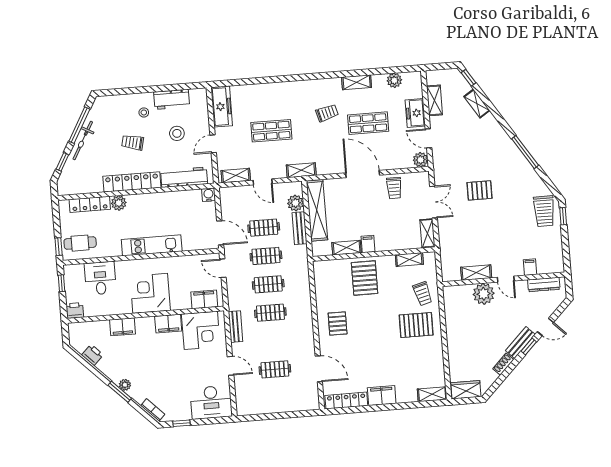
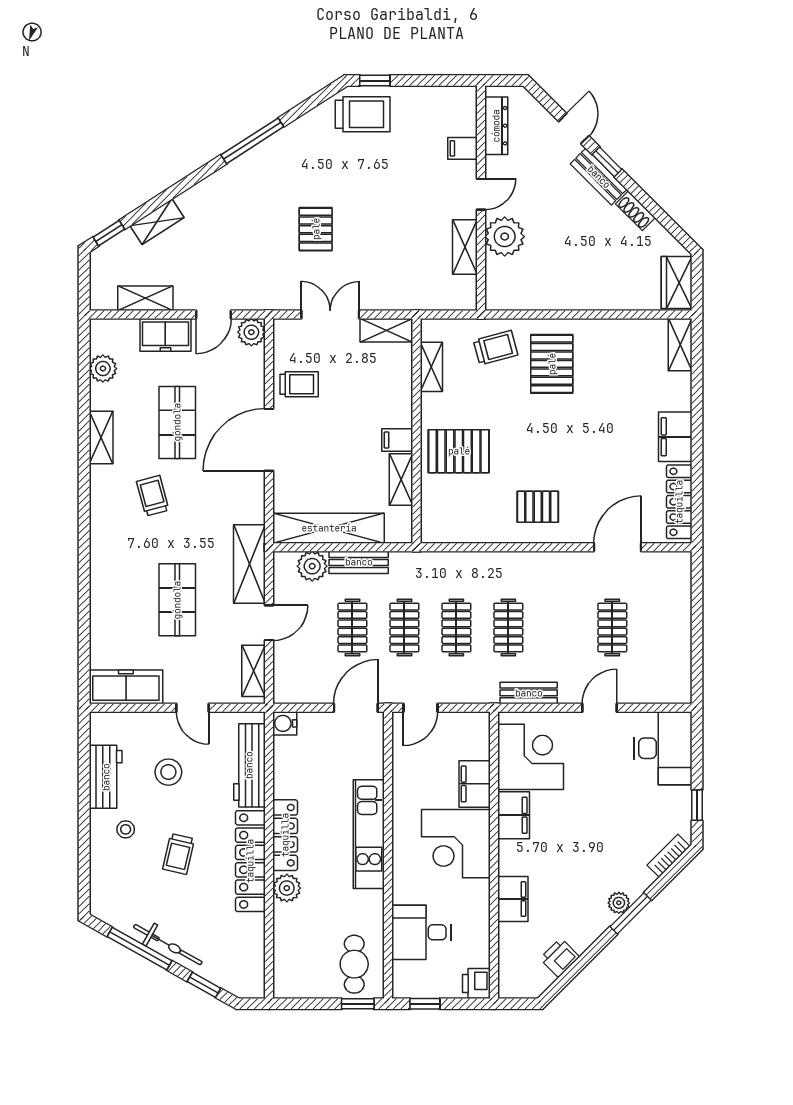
shelving: (301, 170) -> (249, 564), width x1.50, depth x1.33
locker: (90, 204) -> (285, 835), moved
filing cabinet: (204, 299) -> (475, 784), moved

